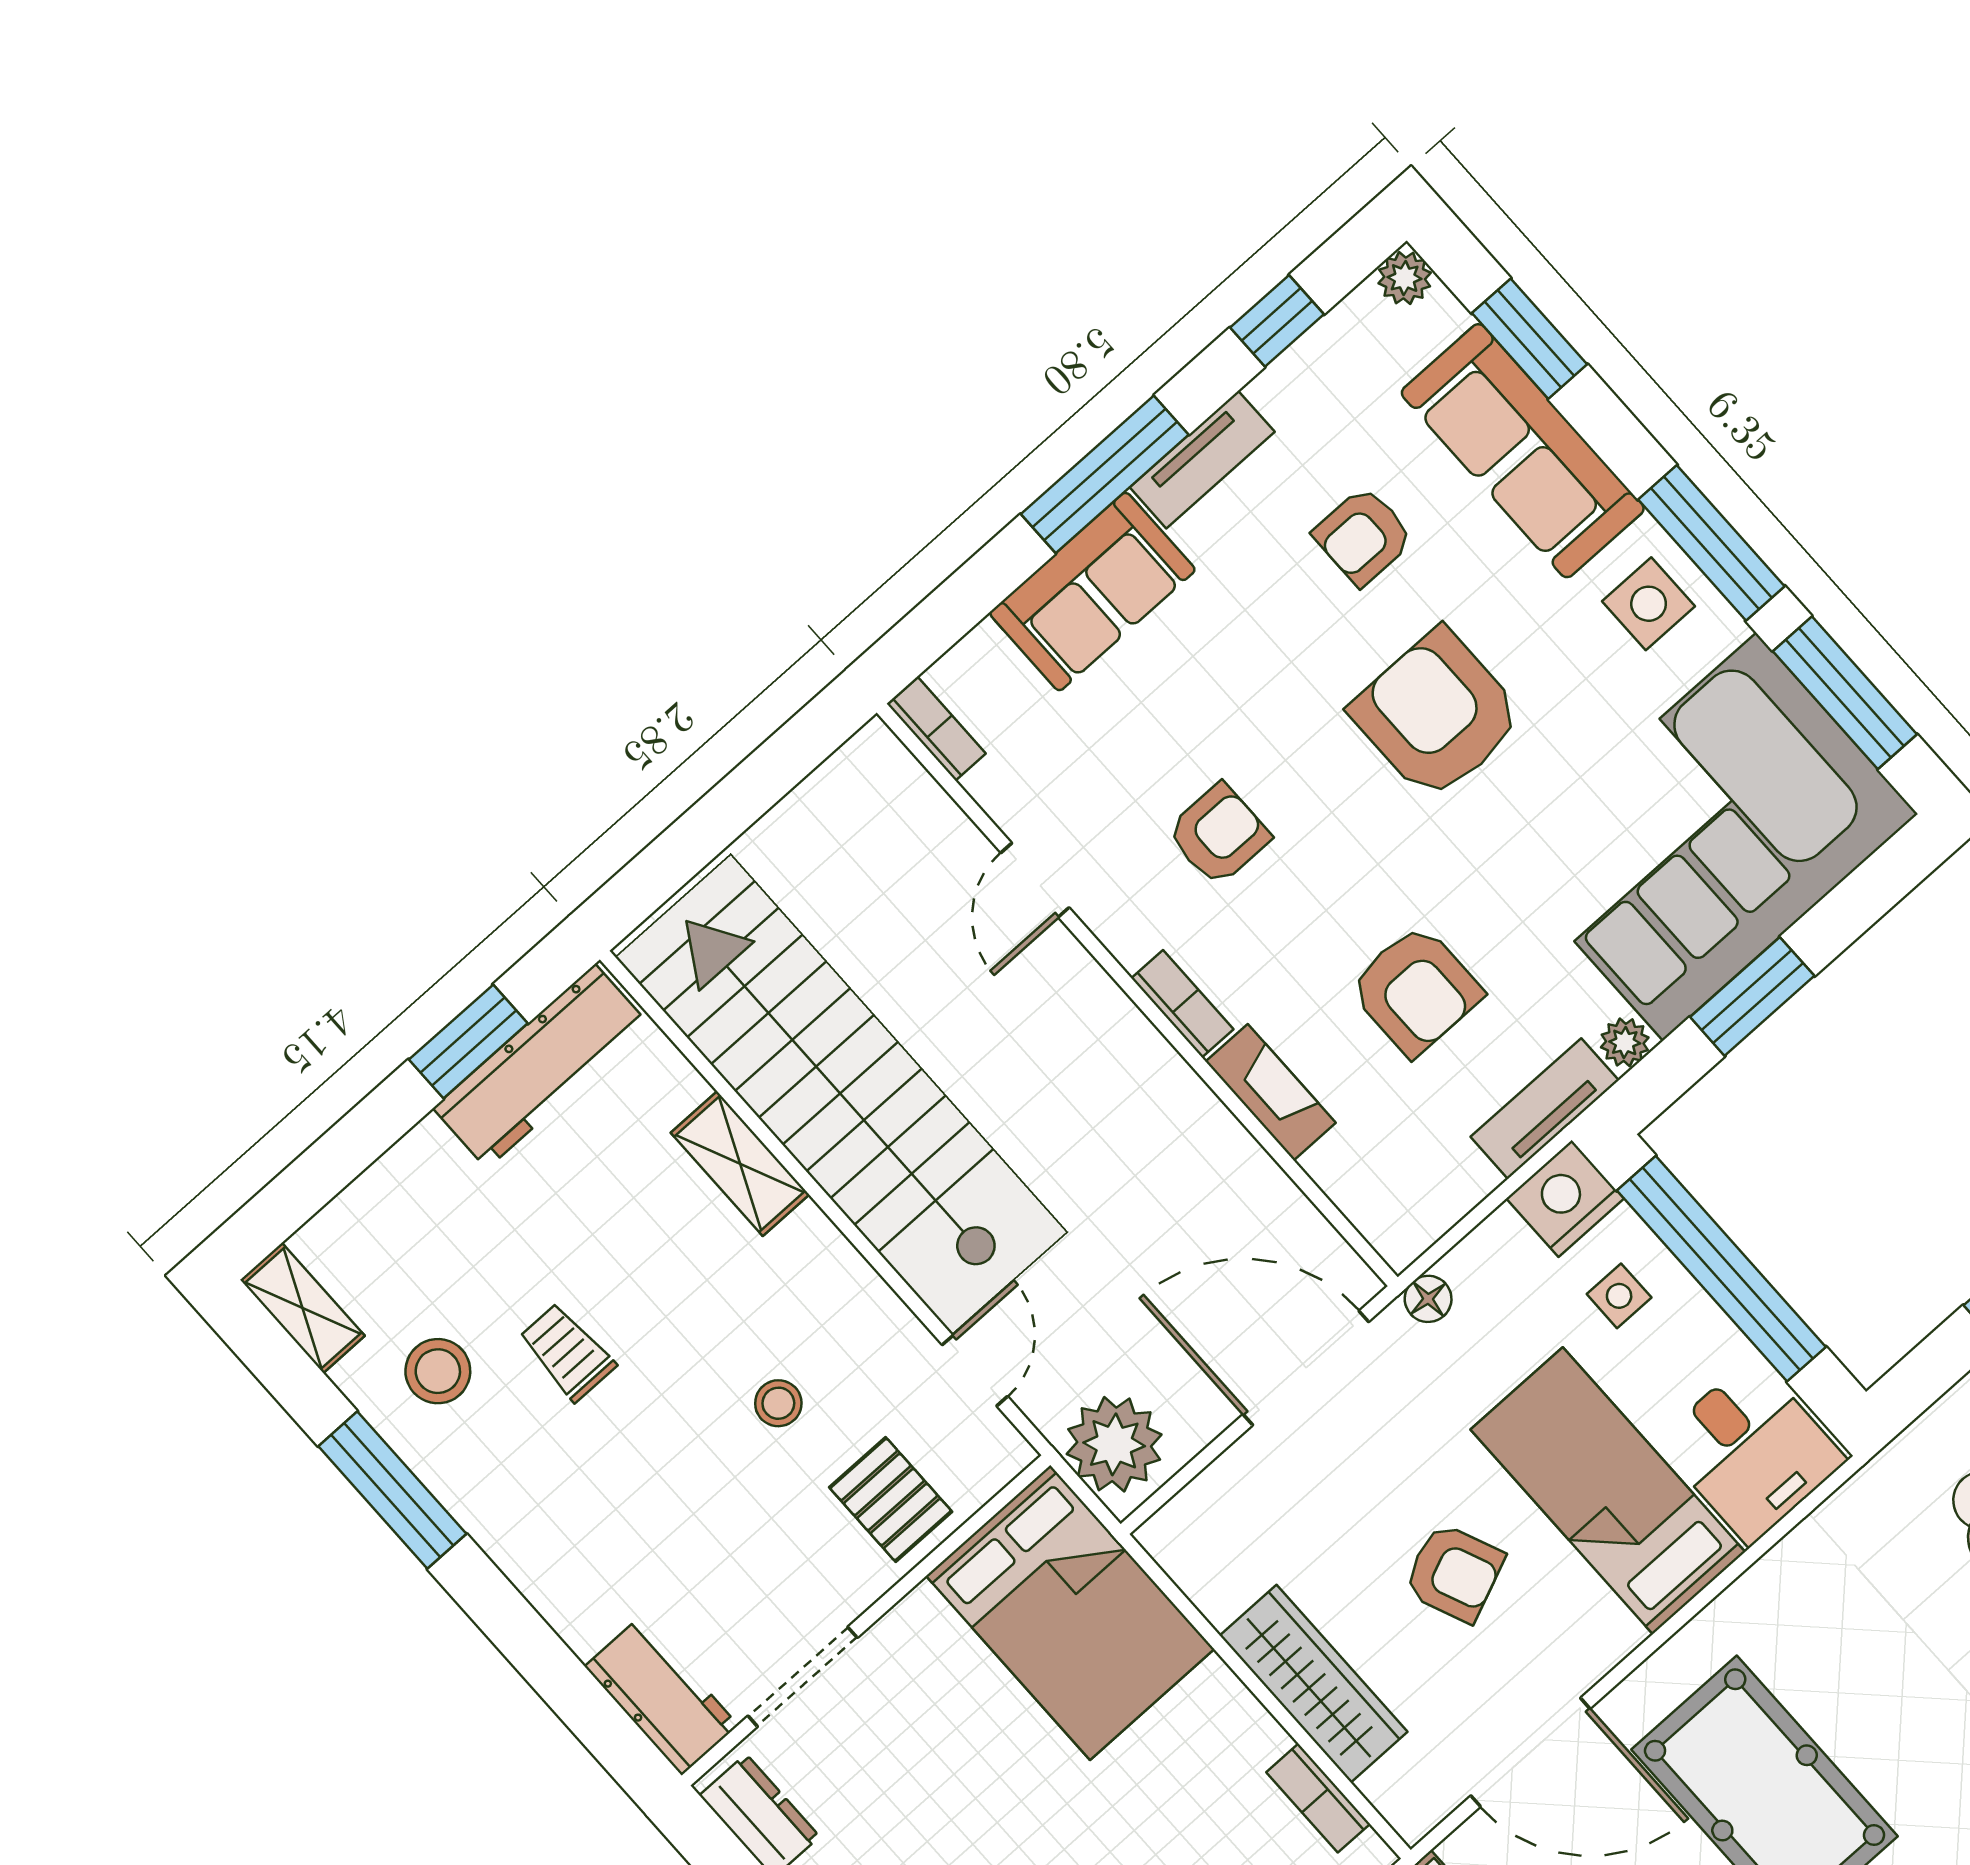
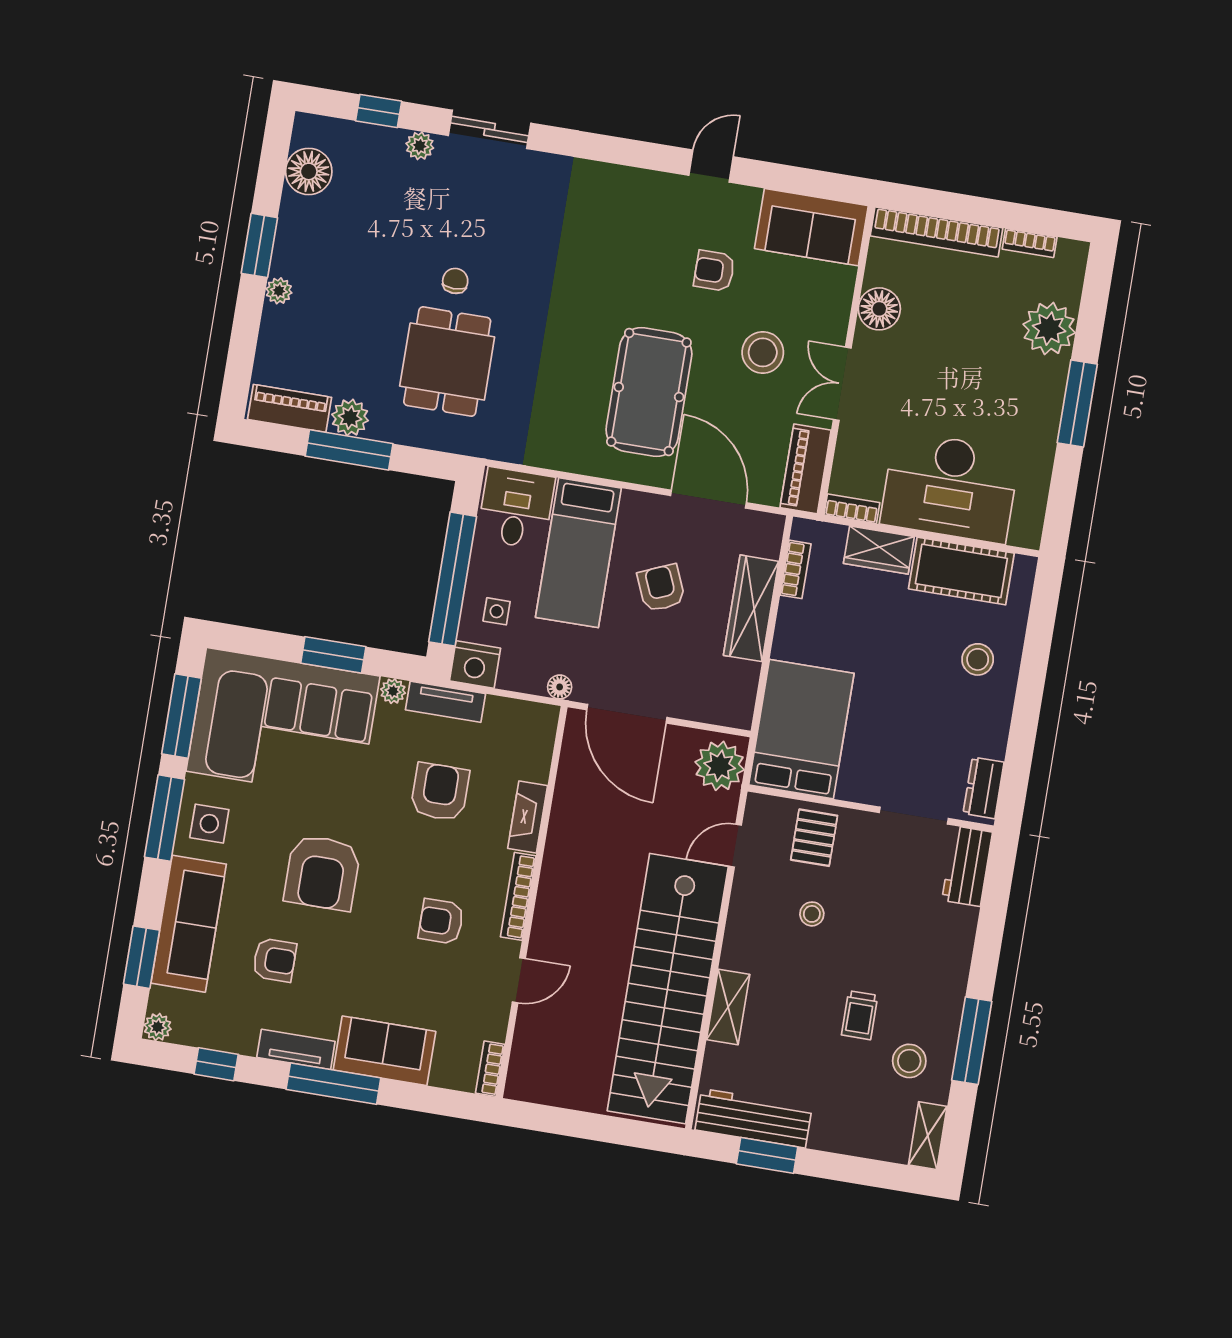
bookcase: (1182, 1004) -> (518, 896), width x1.56

